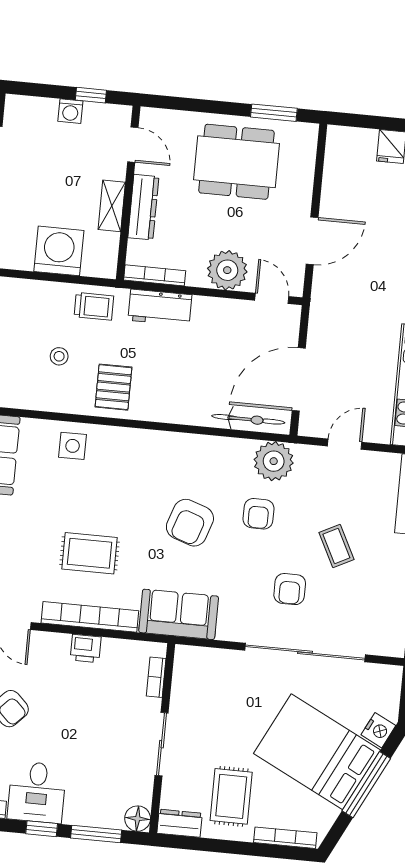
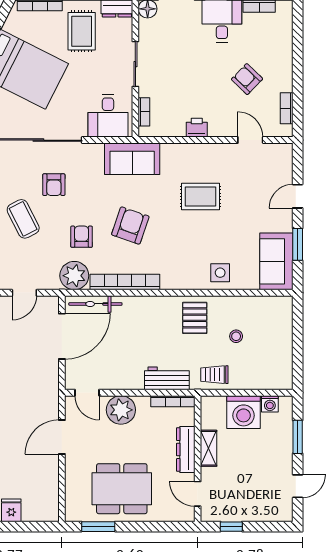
washing machine: (70, 111) -> (270, 404), moved, turned 180
coffee table: (336, 546) -> (23, 219), width x1.36, depth x1.30
armchair: (290, 589) -> (54, 185), turned 180
bookcase: (90, 617) -> (125, 282), moved, turned 180
desk: (206, 677) -> (108, 116), added

